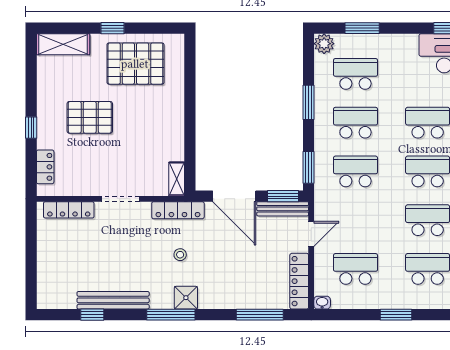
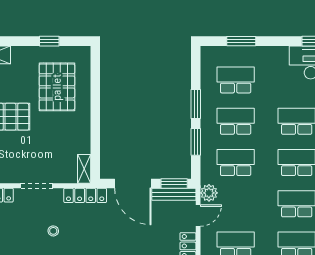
window: (112, 28) -> (49, 41), moved
plant: (324, 44) -> (209, 193), moved
pallet: (135, 64) -> (57, 87), moved, turned 90
window: (308, 167) -> (196, 142), moved
stool: (180, 255) -> (53, 231), moved

